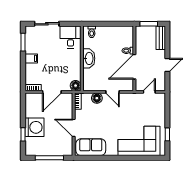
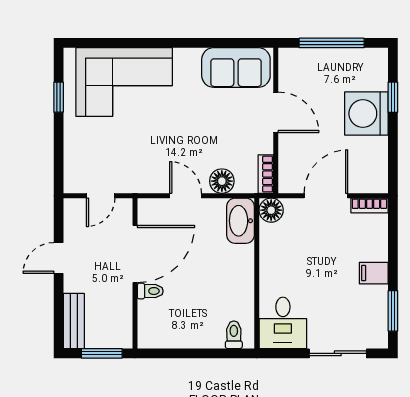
washbasin: (89, 58) -> (241, 221), moved

